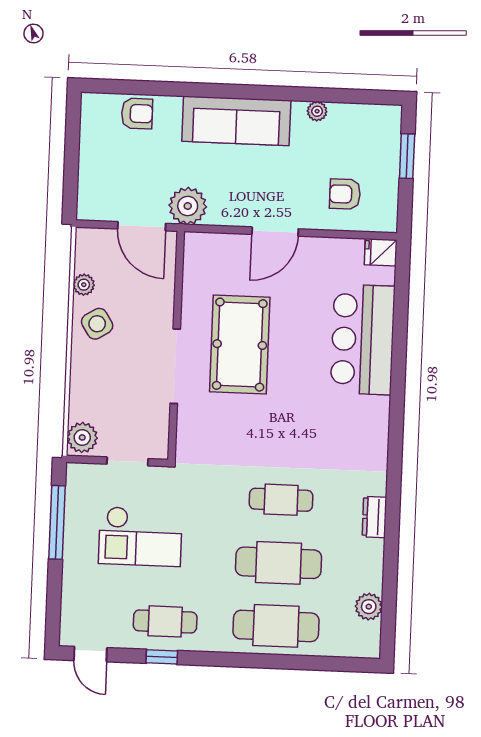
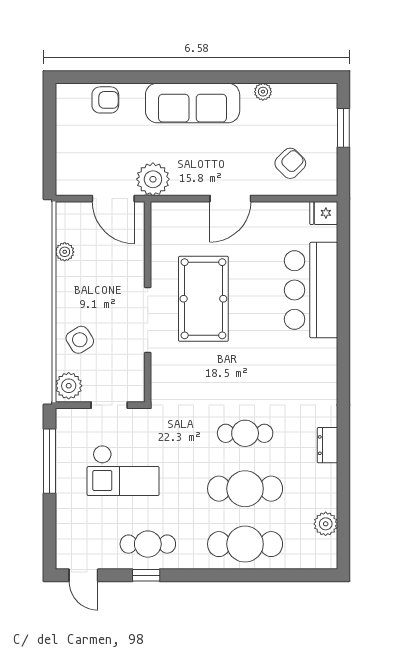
armchair: (345, 194) -> (290, 163), turned 135
side table: (97, 324) -> (80, 340), moved

